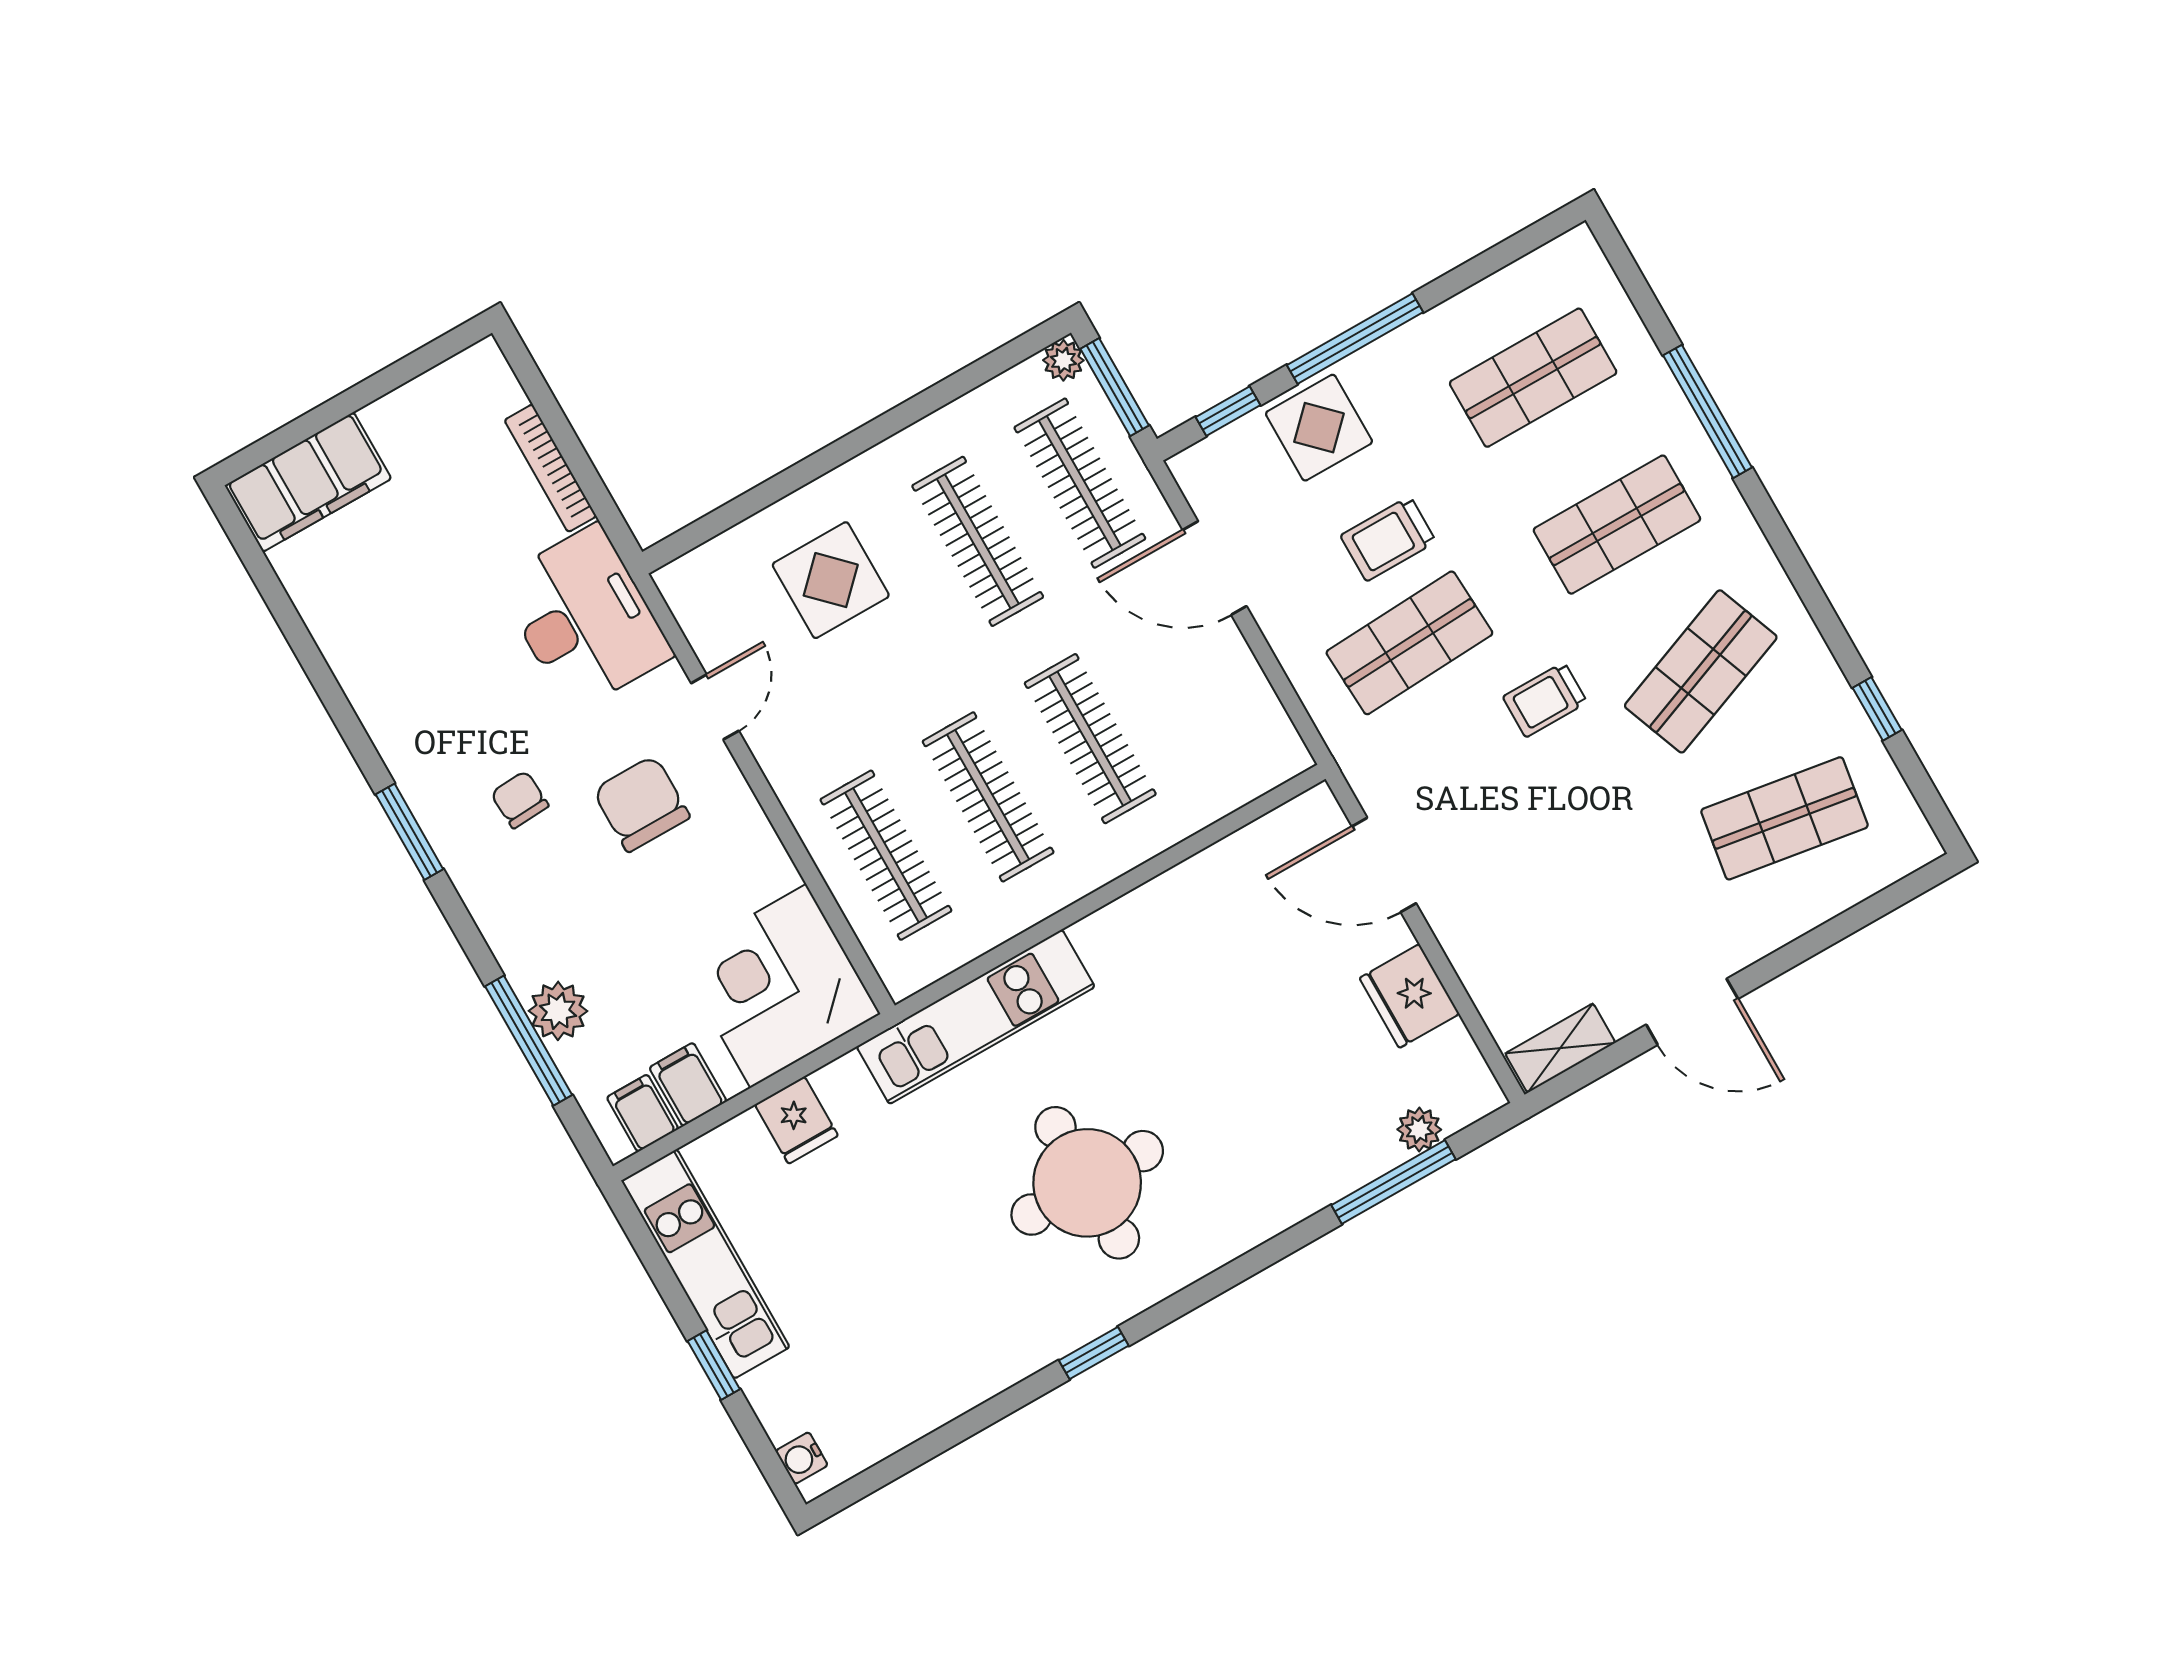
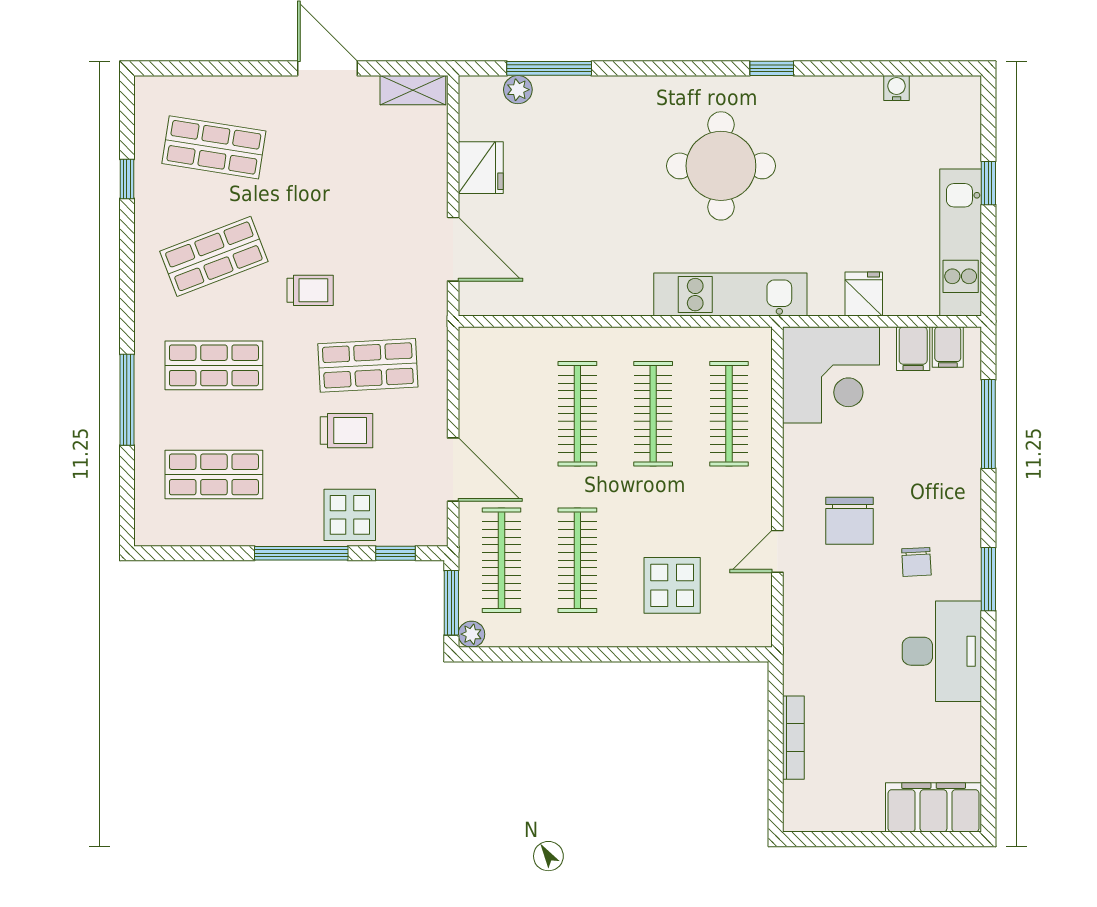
desk: (584, 618) -> (942, 651), moved, turned 180
plant: (558, 1011) -> (962, 431), removed
water cooler: (802, 1458) -> (897, 88), moved, turned -90

